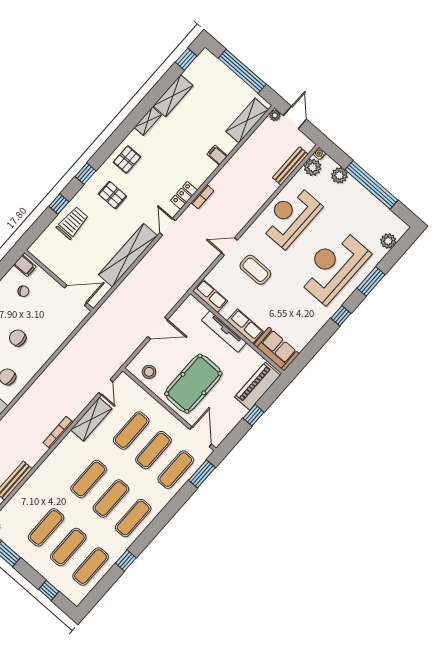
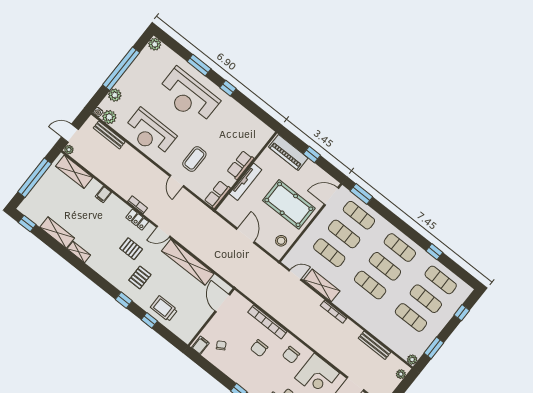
pallet: (127, 160) -> (131, 249), moved
plant: (388, 241) -> (155, 44), moved
sofa: (277, 349) -> (258, 139), removed
bookcase: (49, 350) -> (267, 322), added

